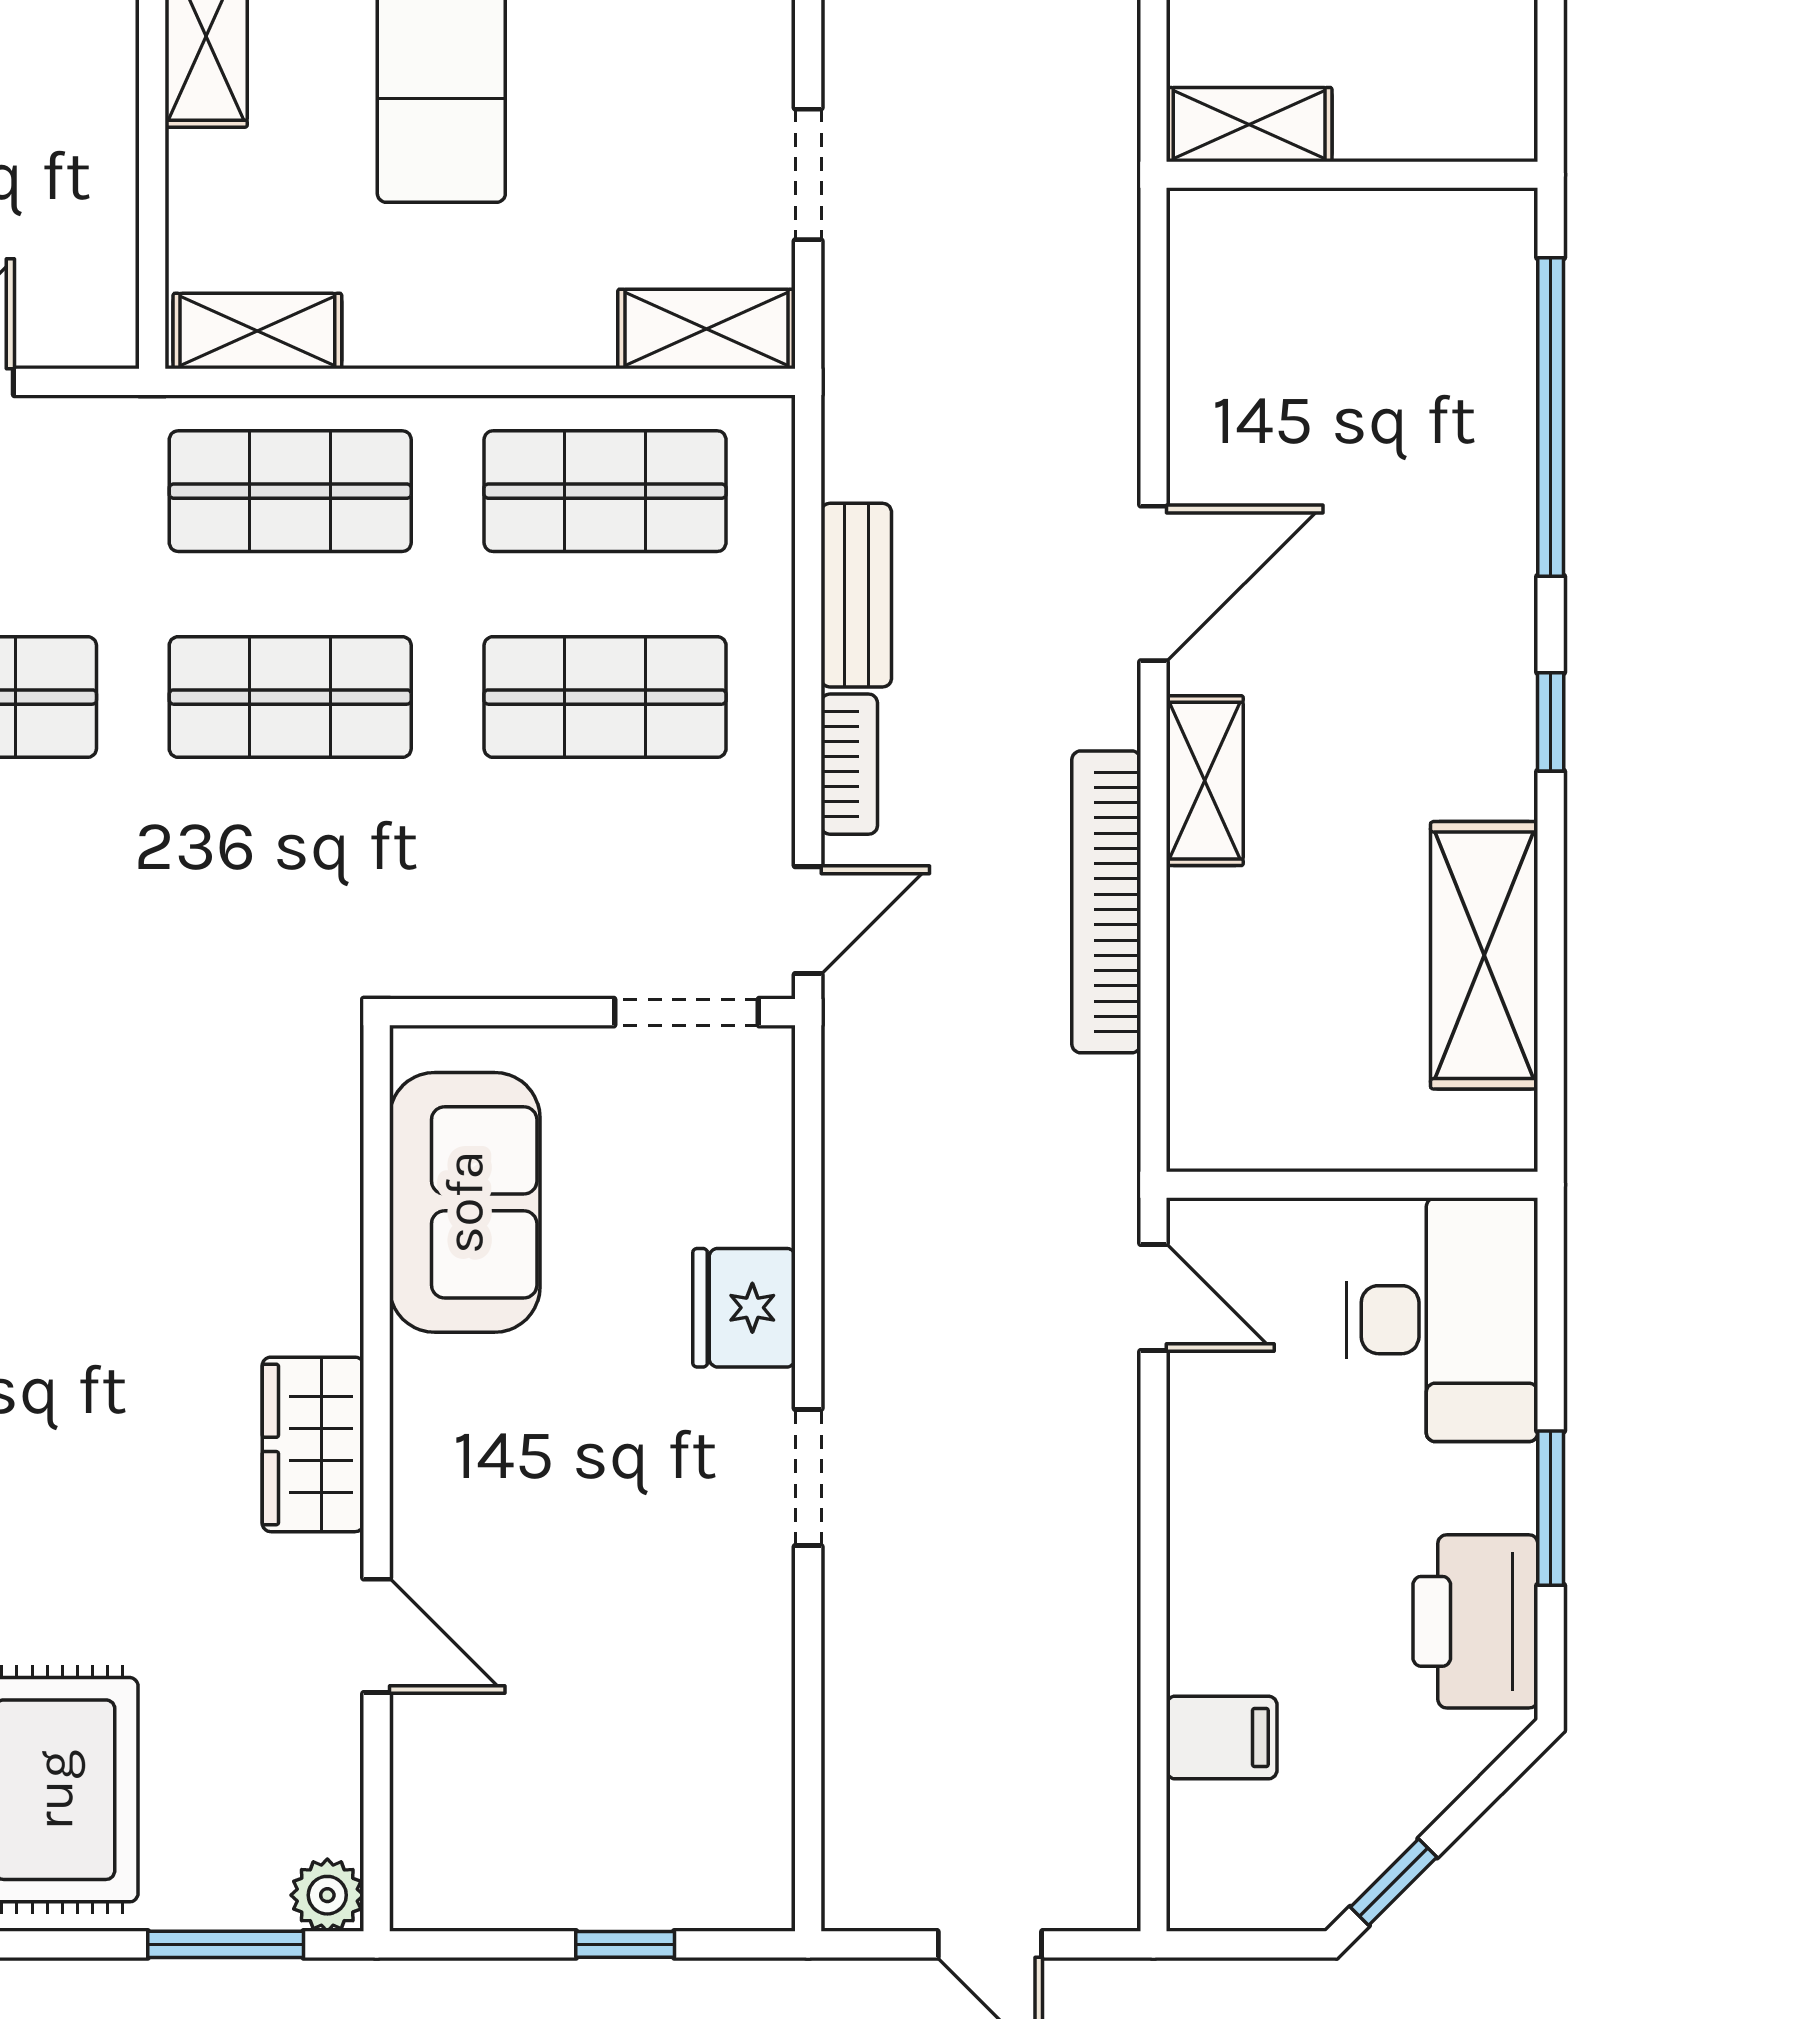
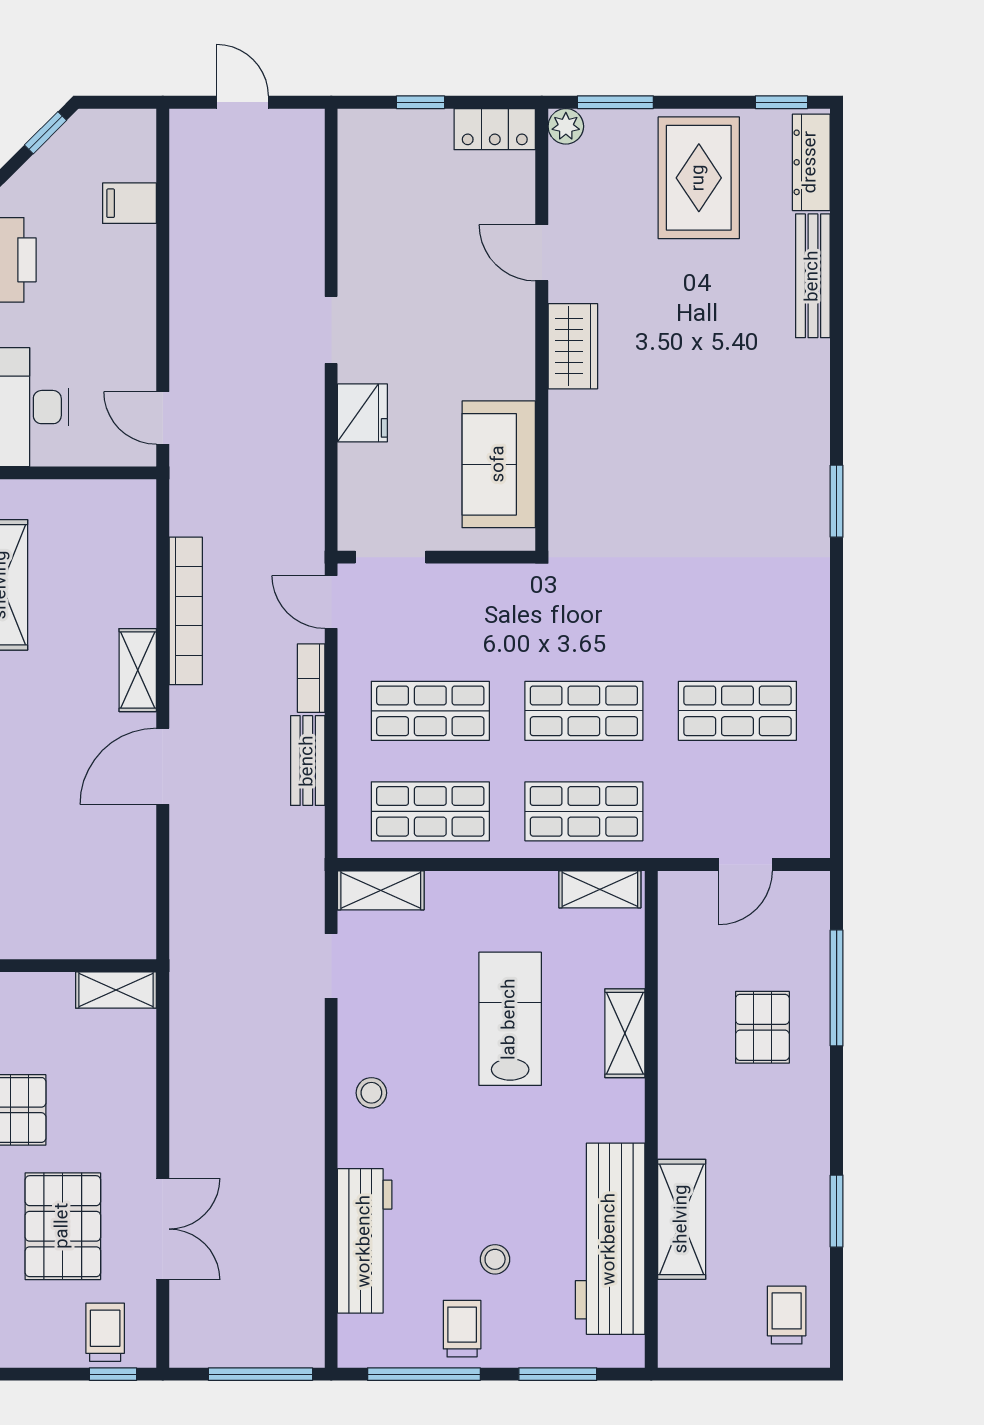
door: (808, 920) -> (331, 602), hinge flipped
locker: (473, 1889) -> (495, 129), added

